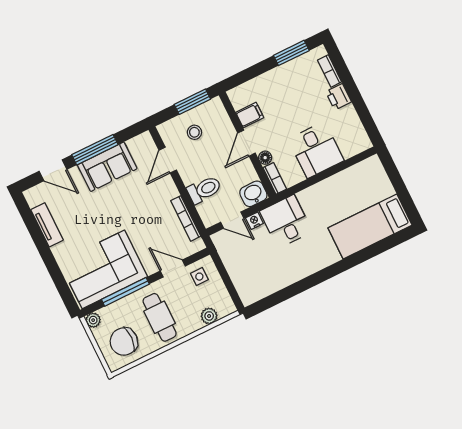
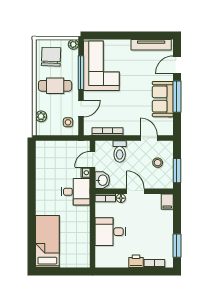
filing cabinet: (250, 115) -> (167, 202), moved
tv unit: (47, 225) -> (151, 45), width x1.41

